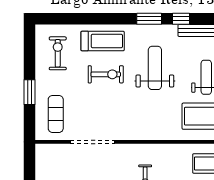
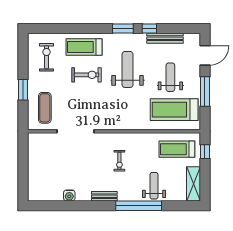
treadmill: (103, 41) -> (84, 47), turned 180

